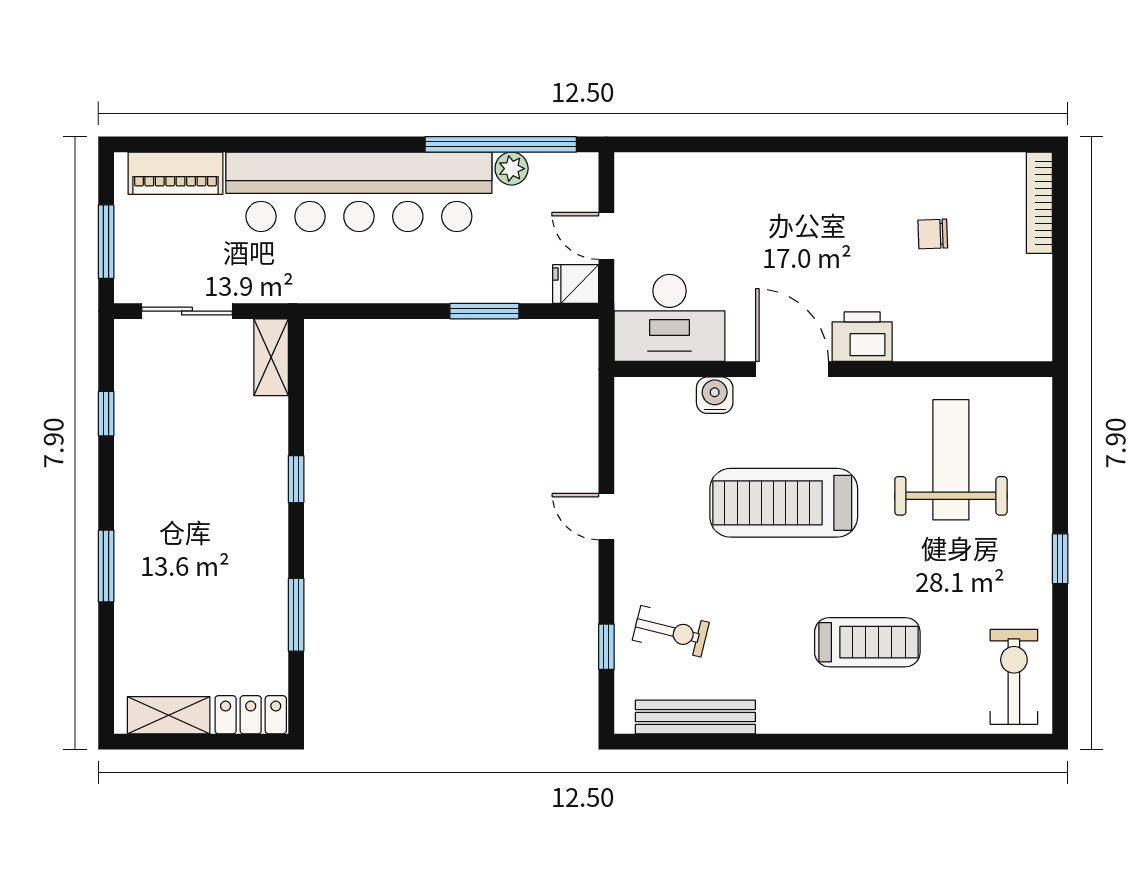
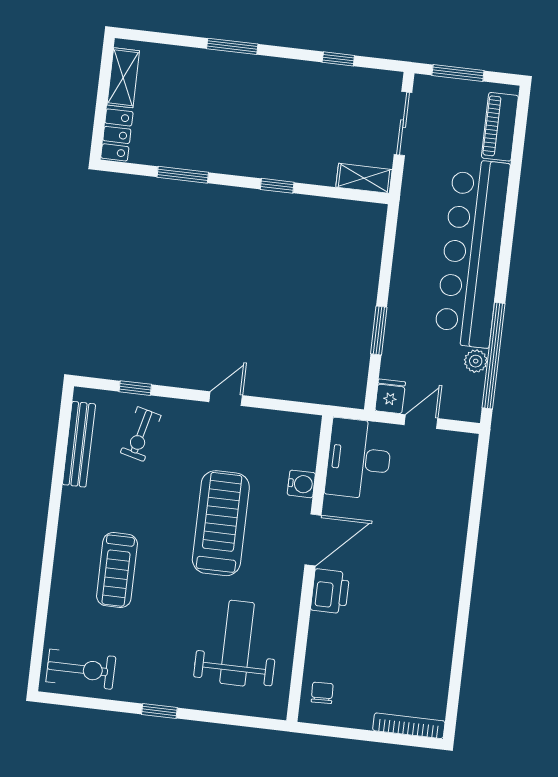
chair: (933, 234) -> (322, 693), moved
weight bench: (951, 460) -> (237, 643), turned -90

